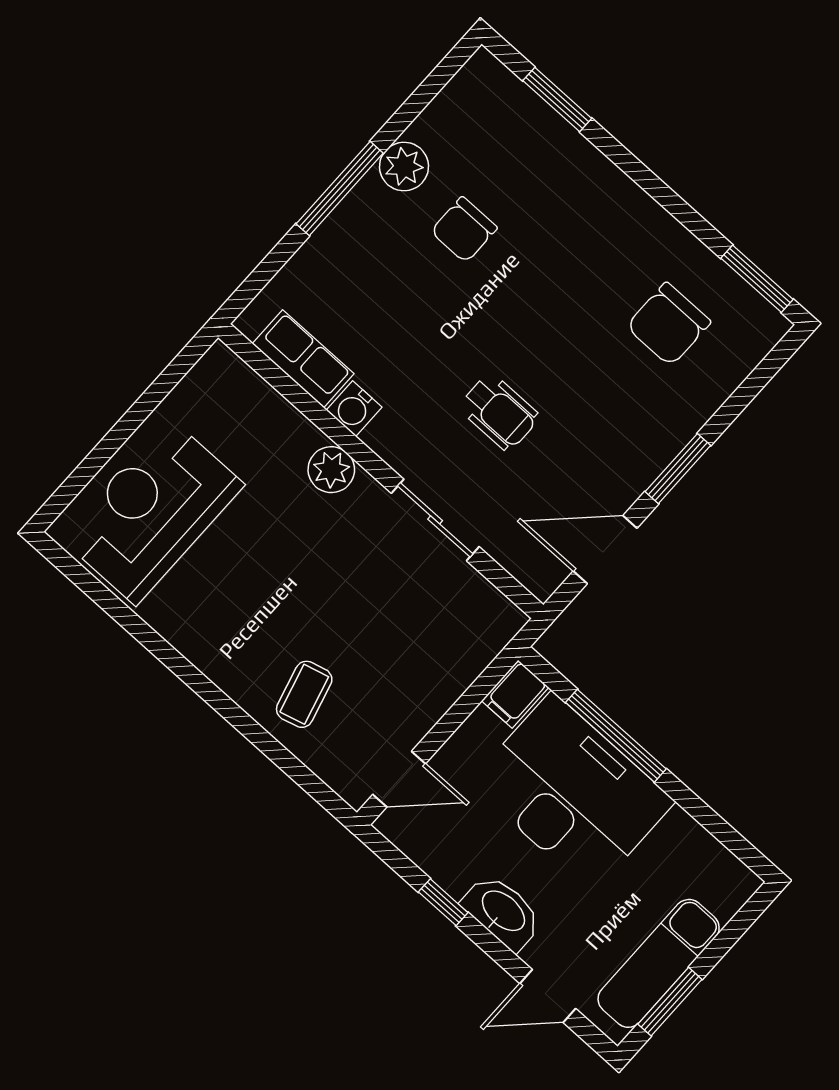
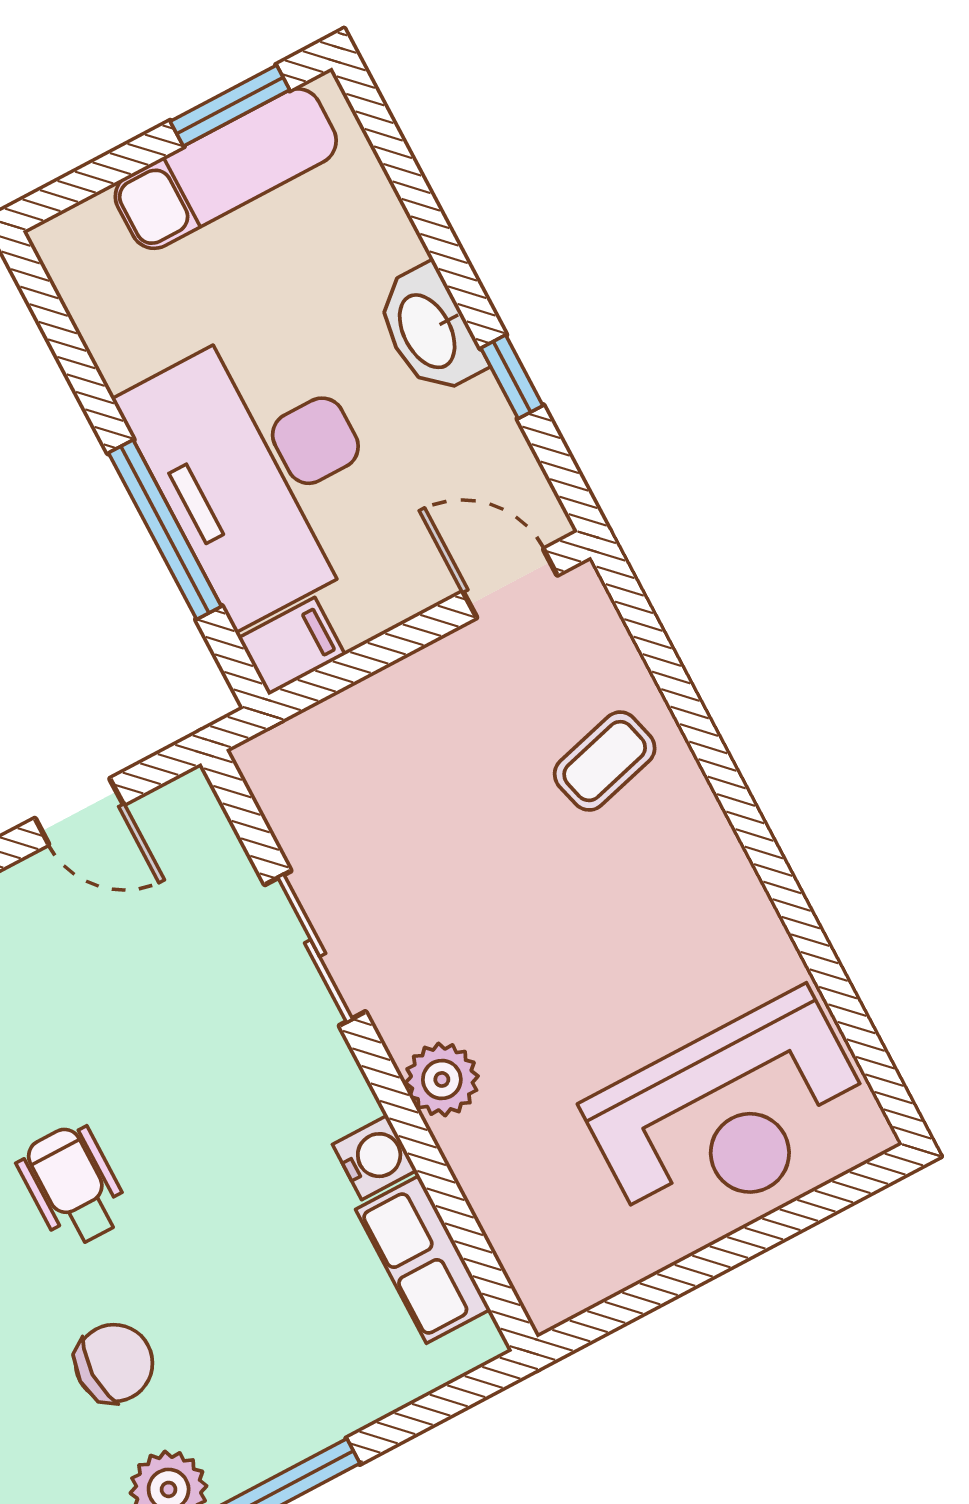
wheelchair: (499, 412) -> (73, 1186), moved
door: (605, 550) -> (79, 811), width x0.73
door: (548, 996) -> (408, 181), removed

